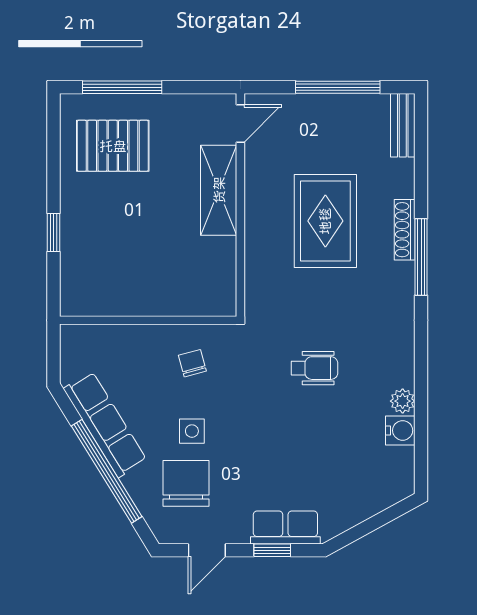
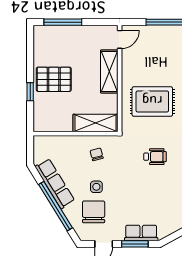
pallet: (113, 146) -> (54, 79), moved
rug: (325, 221) -> (152, 101), moved, turned 90
shelving: (190, 298) -> (95, 123), added
window: (272, 550) -> (135, 244), width x1.50

